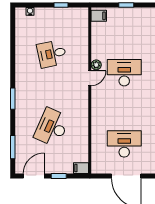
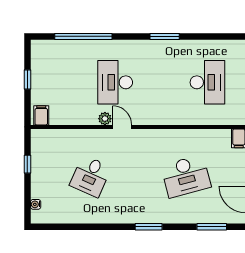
desk: (52, 54) -> (91, 176), turned 36
desk: (52, 127) -> (186, 176), turned -39
desk: (124, 144) -> (207, 82), turned 180

